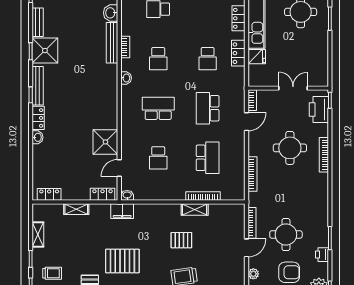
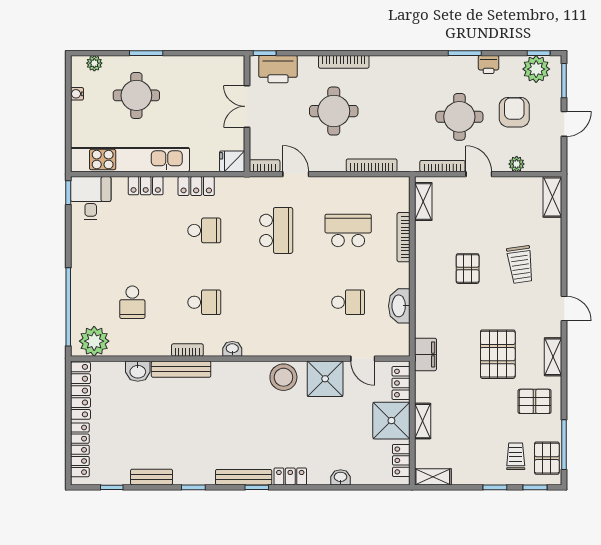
shower: (45, 51) -> (391, 421), moved
fridge: (257, 57) -> (232, 161), moved, turned -90
school desk: (158, 108) -> (276, 302), removed
school desk: (208, 108) -> (276, 230), turned -90
stool: (106, 113) -> (283, 377), added
washbasin: (38, 137) -> (341, 477), moved
washbasin: (127, 195) -> (399, 306), moved, width x1.91, depth x1.45
shelving: (195, 210) -> (423, 201), moved
shelving: (38, 234) -> (433, 477), moved

